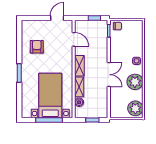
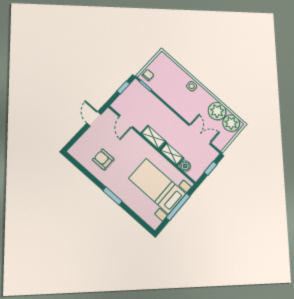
door: (74, 39) -> (126, 122), swing flipped
double door: (109, 75) -> (200, 134), moved
plant: (135, 82) -> (217, 111), moved

